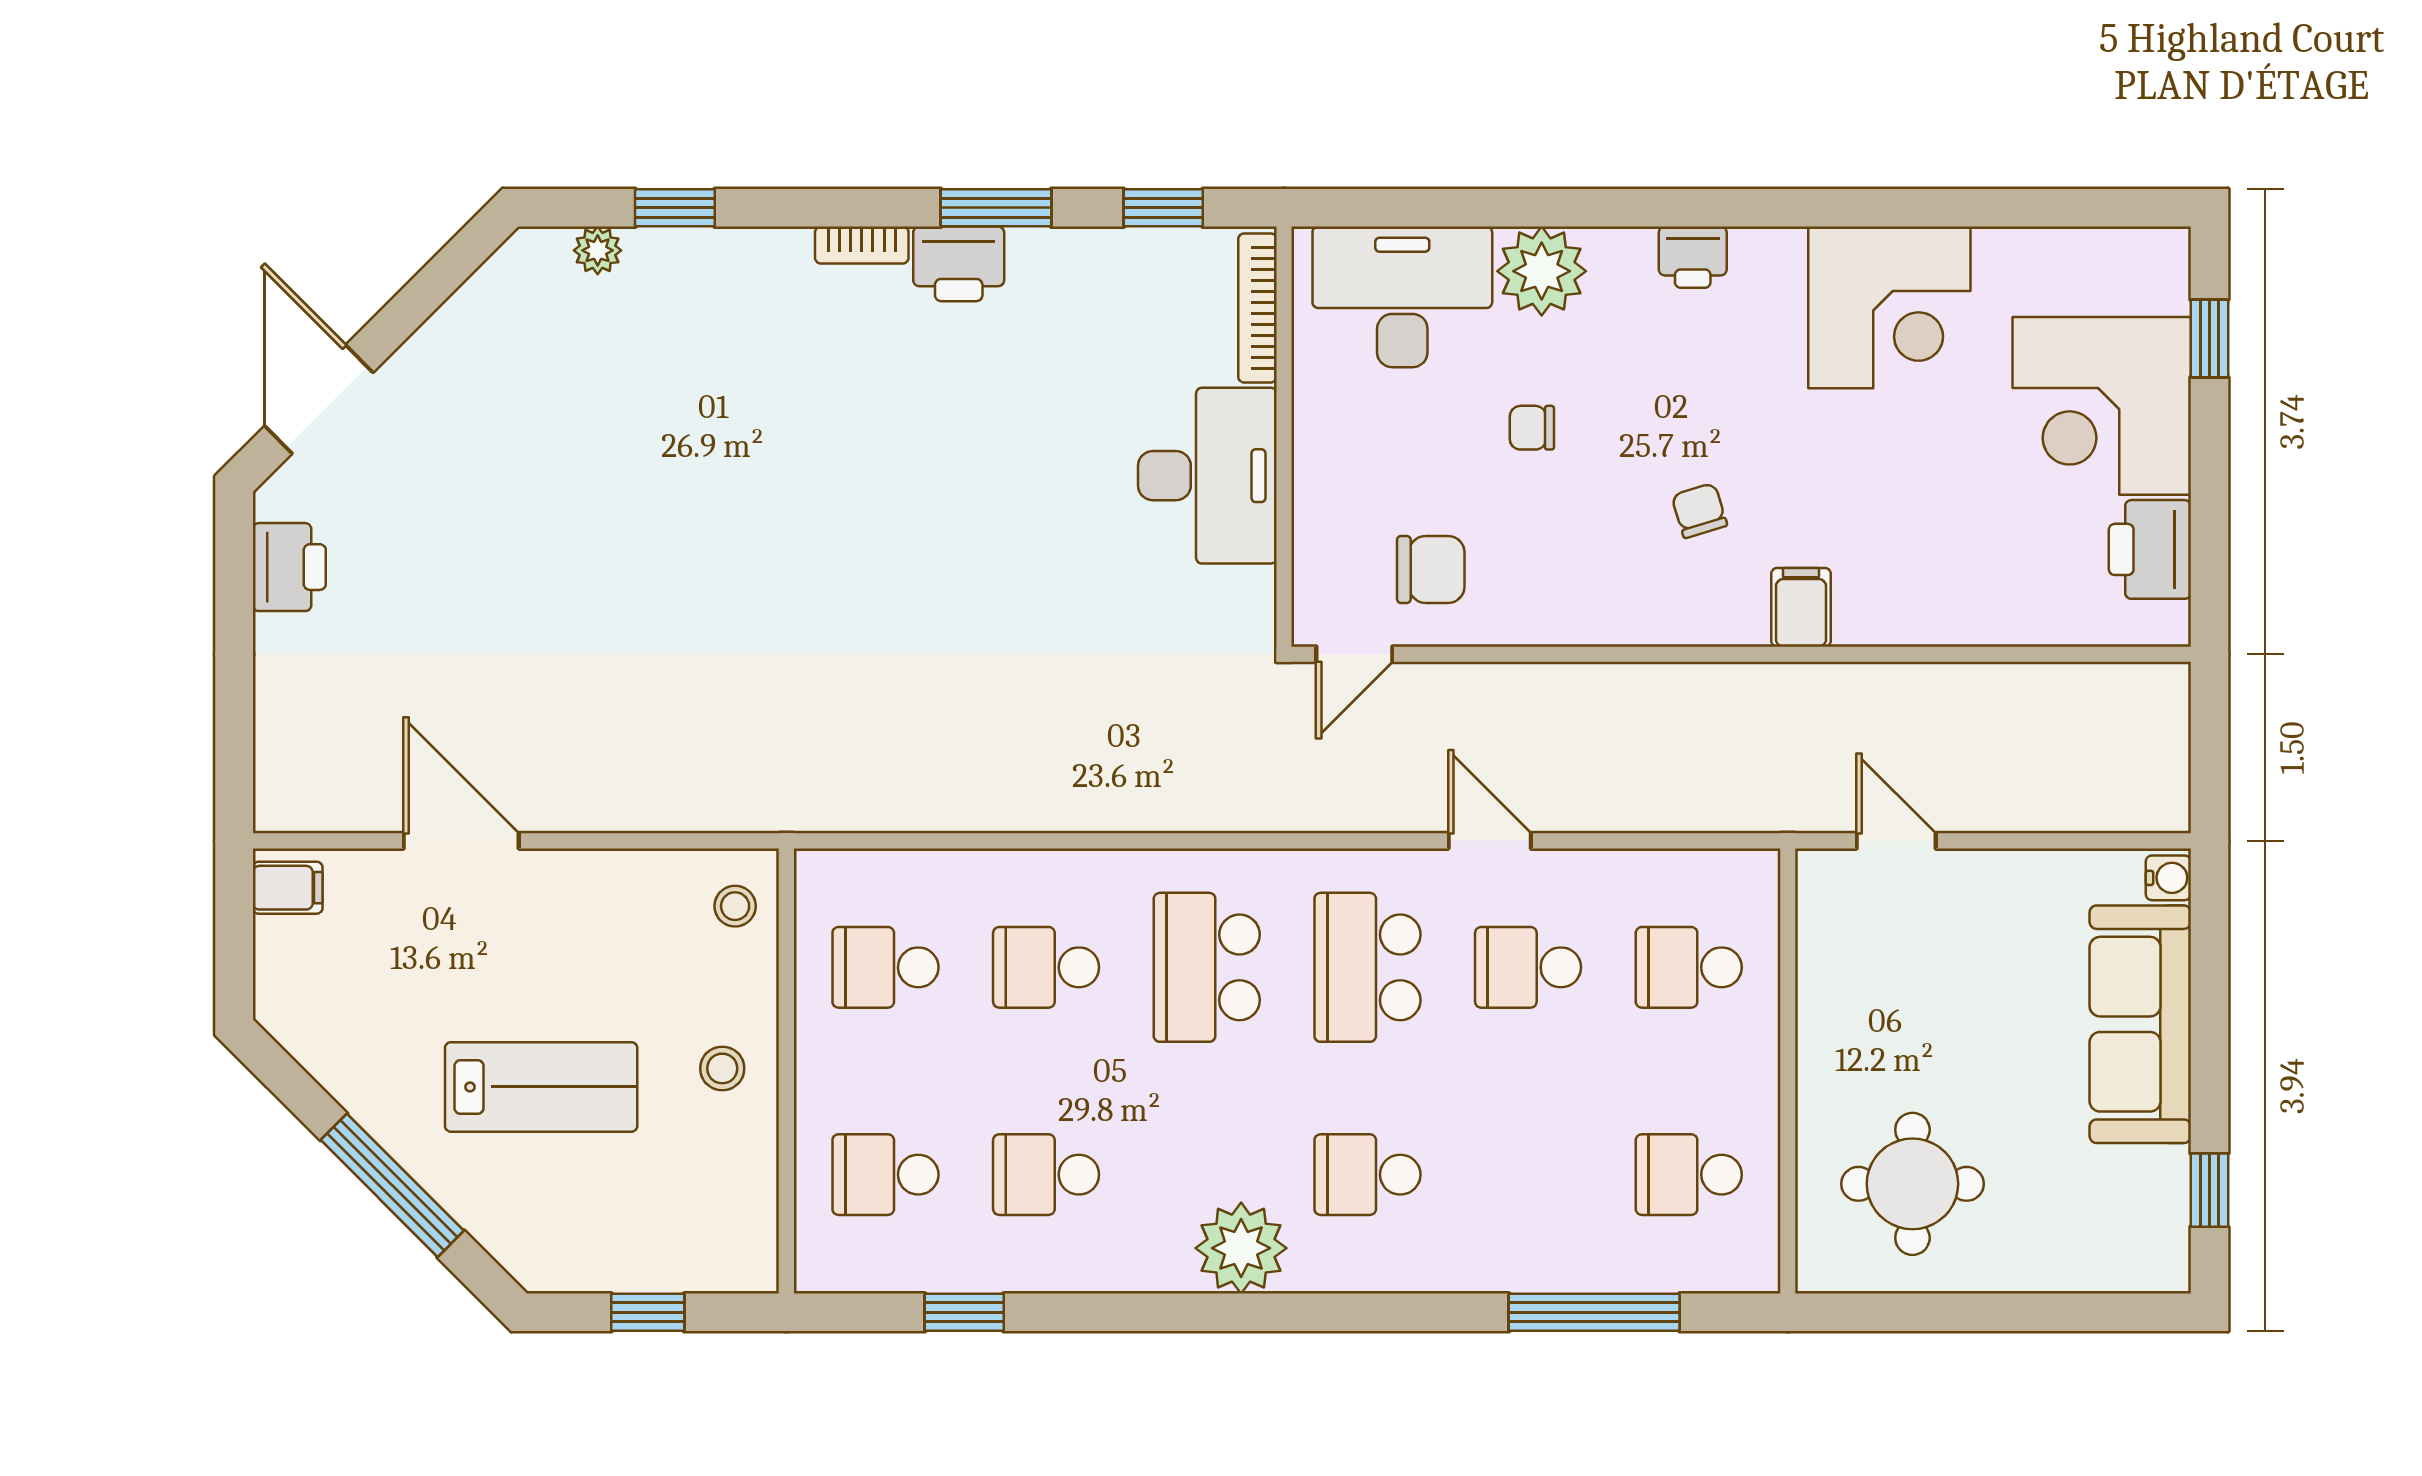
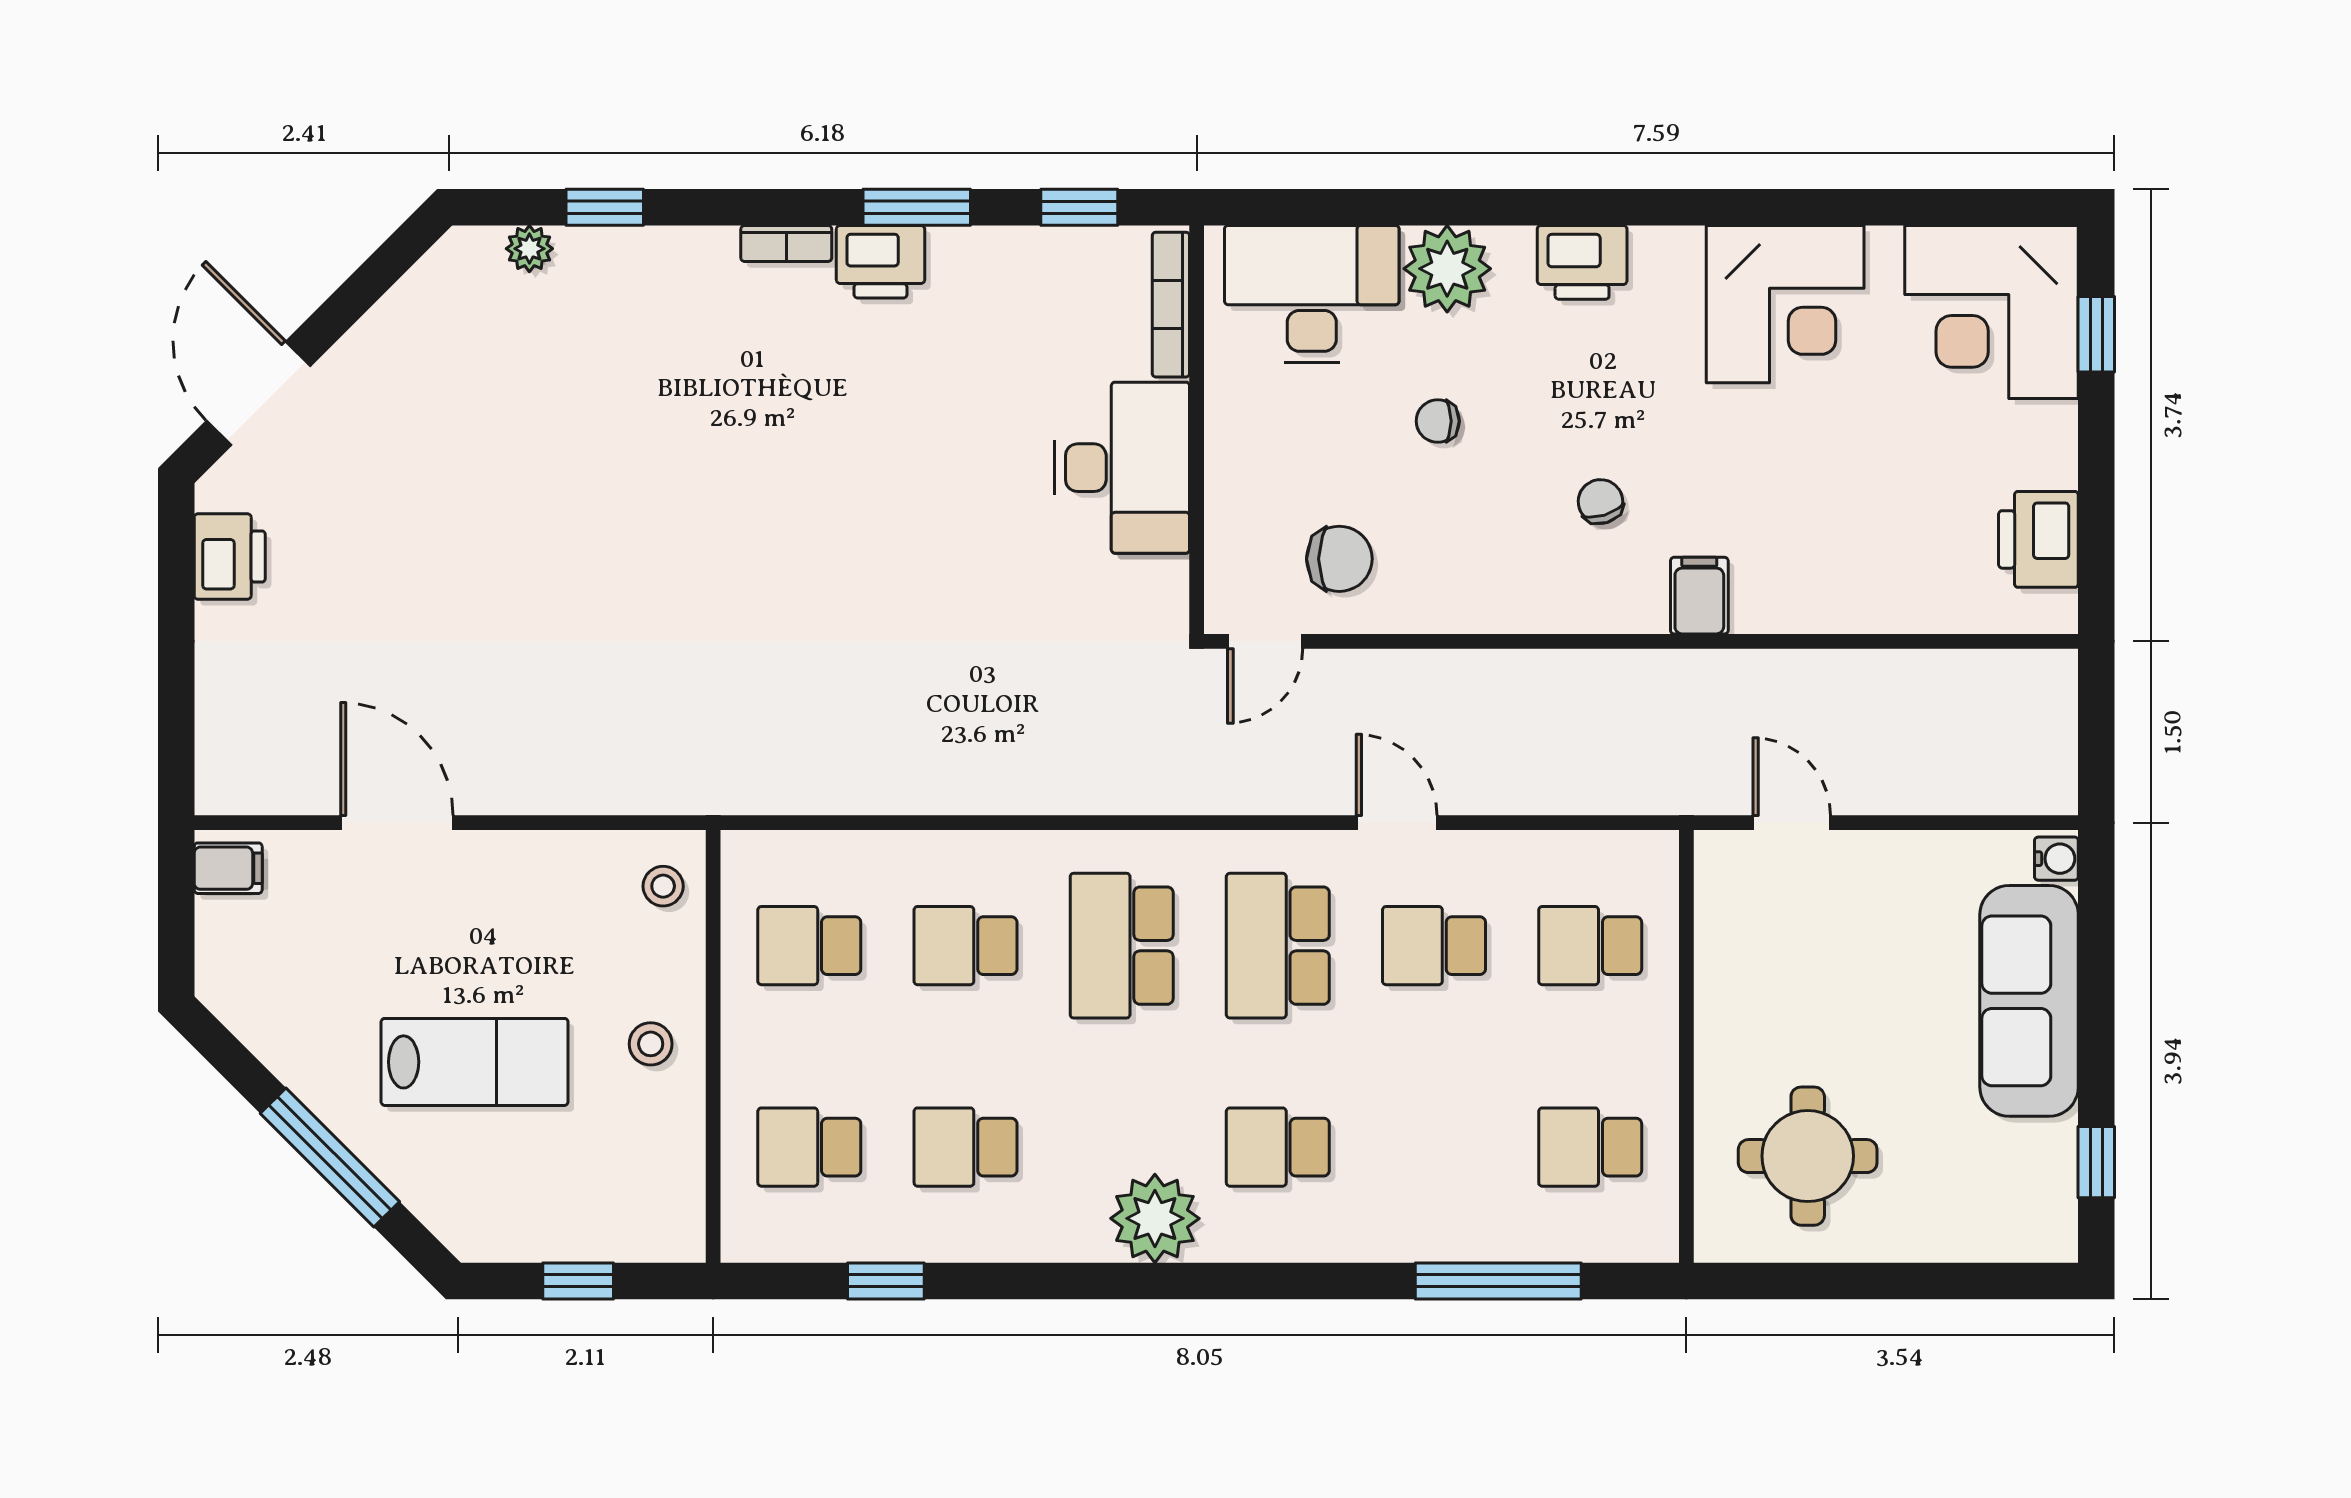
printer: (1693, 257) -> (1582, 262), width x1.36, depth x1.24
corner desk: (2102, 406) -> (1992, 312), moved

